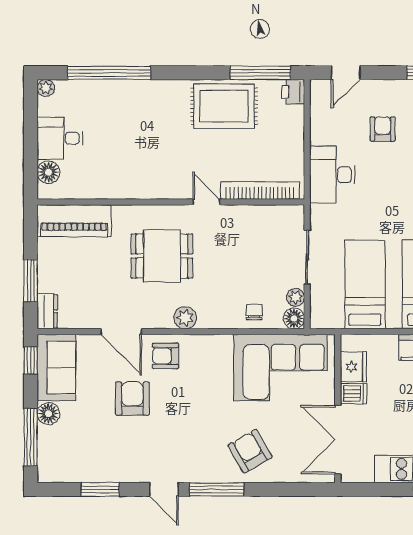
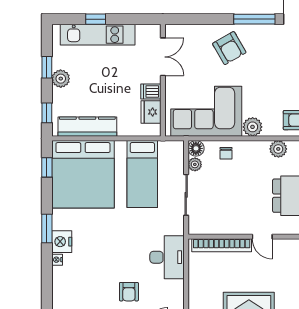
plant: (219, 347) -> (253, 127), added
double door: (338, 440) -> (163, 57), width x0.73

